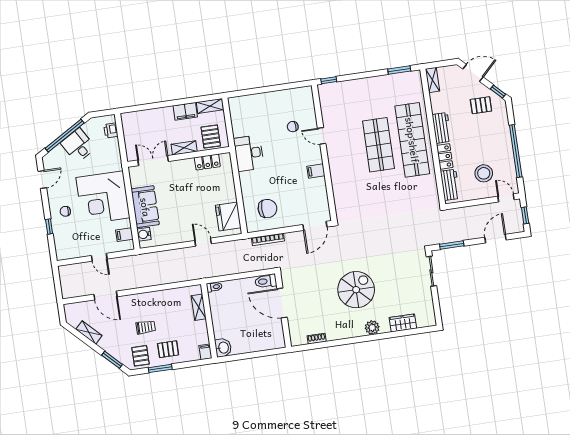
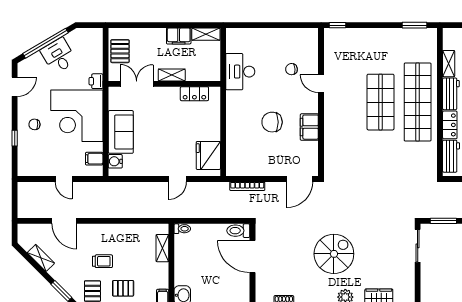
shelving: (433, 80) -> (449, 64), moved
printer: (111, 130) -> (96, 81), moved
pallet: (211, 136) -> (120, 51), moved
desk: (249, 153) -> (240, 72), moved
filing cabinet: (316, 171) -> (309, 127), width x2.00
chair: (267, 209) -> (272, 122), moved, turned 180
door: (203, 242) -> (177, 179), swing flipped

